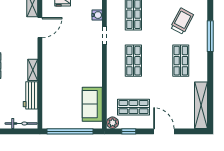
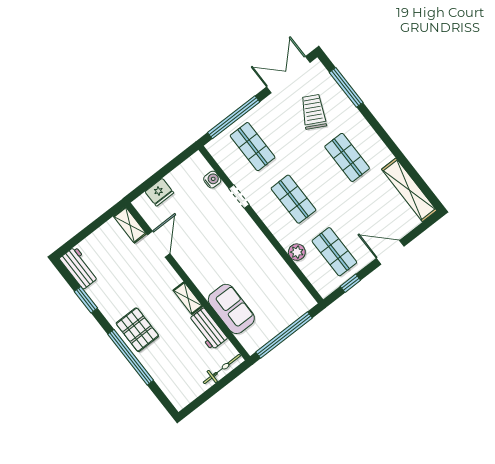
window: (210, 36) -> (346, 87), moved
sofa: (92, 104) -> (231, 309), moved, turned 180
shop shelf: (133, 107) -> (334, 252), turned 90
plant: (113, 123) -> (297, 252), moved

